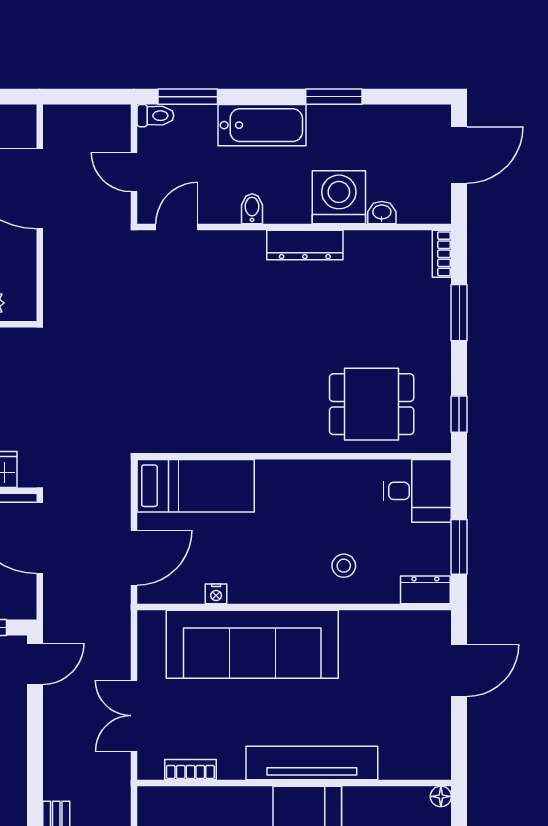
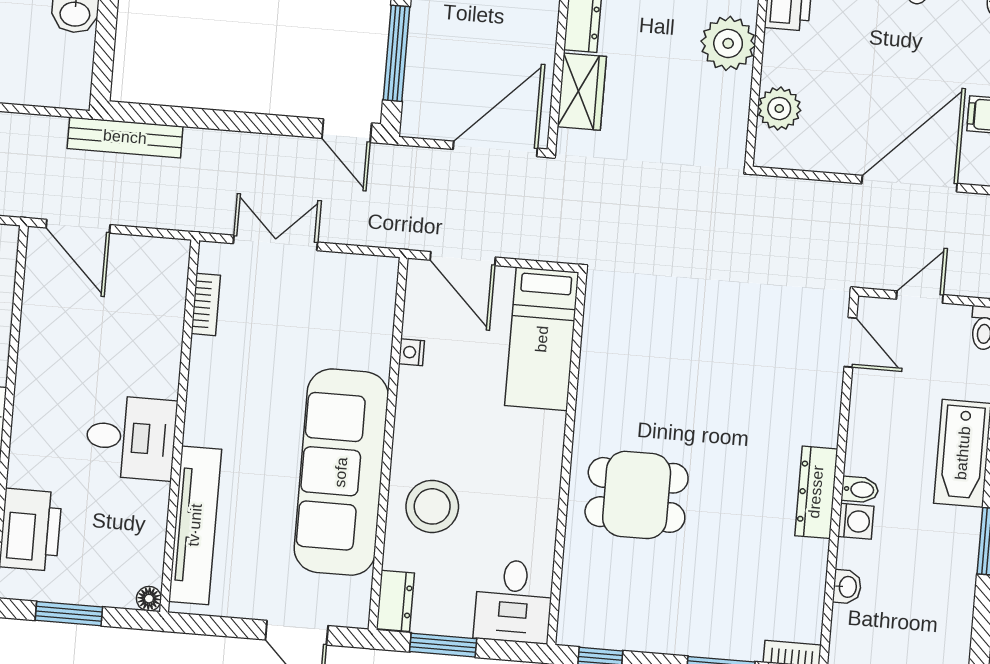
washing machine: (339, 197) -> (856, 521), width x0.53, depth x0.53
bidet: (252, 209) -> (860, 490), moved
dining table: (372, 404) -> (637, 495), moved, turned 90
stool: (344, 566) -> (432, 506), width x1.89, depth x1.89
sofa: (252, 644) -> (341, 472), moved
tv unit: (312, 763) -> (195, 525), moved

